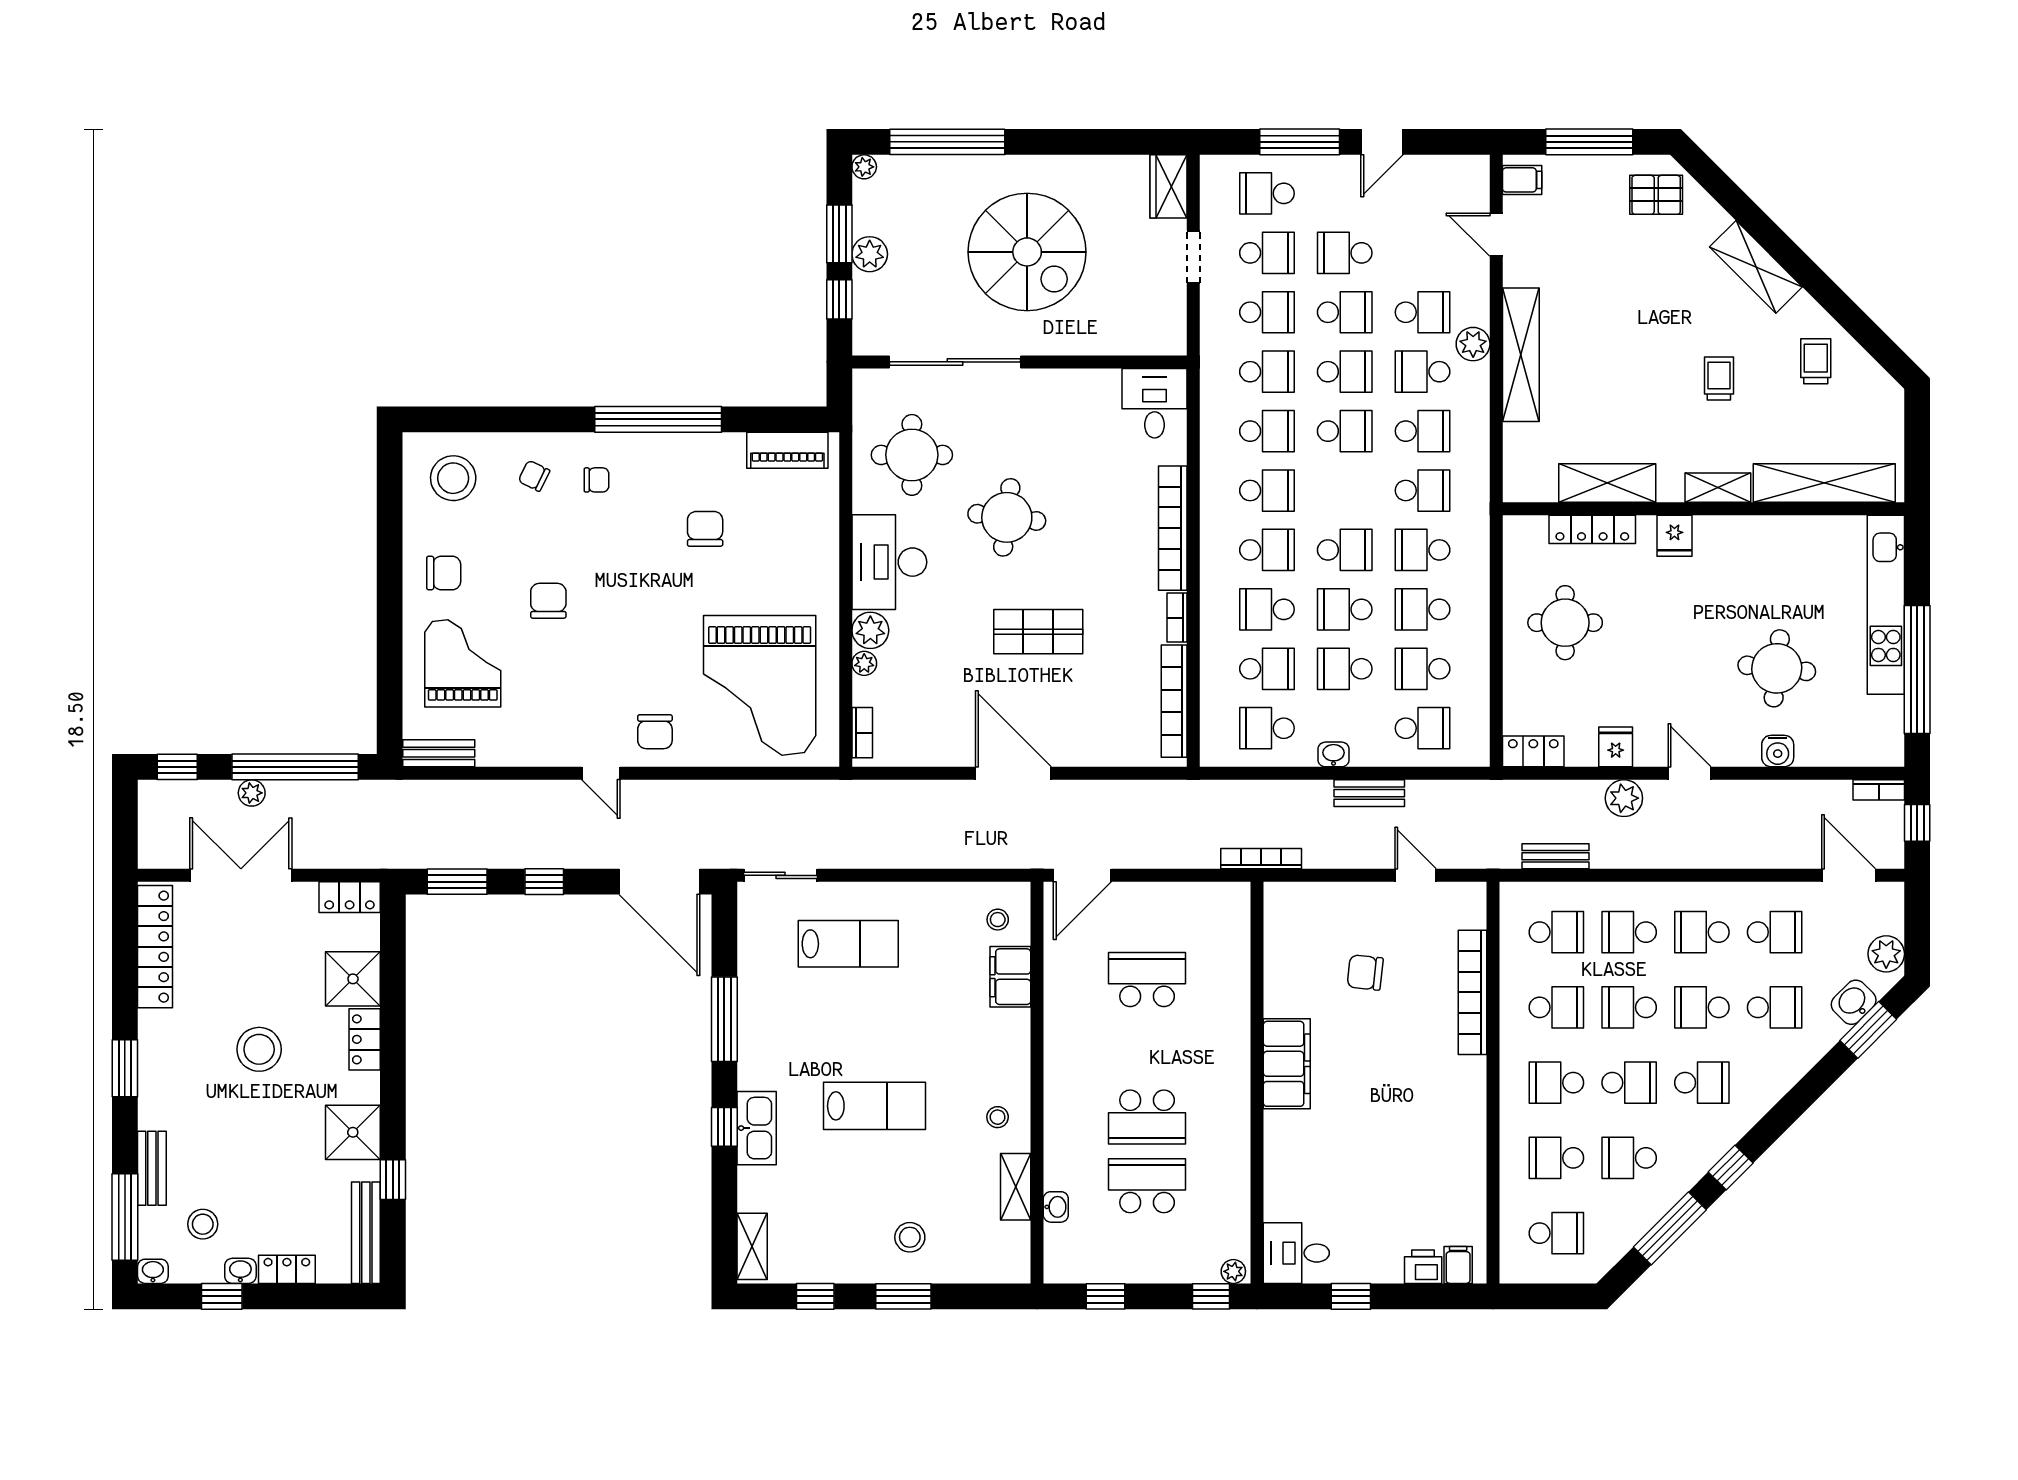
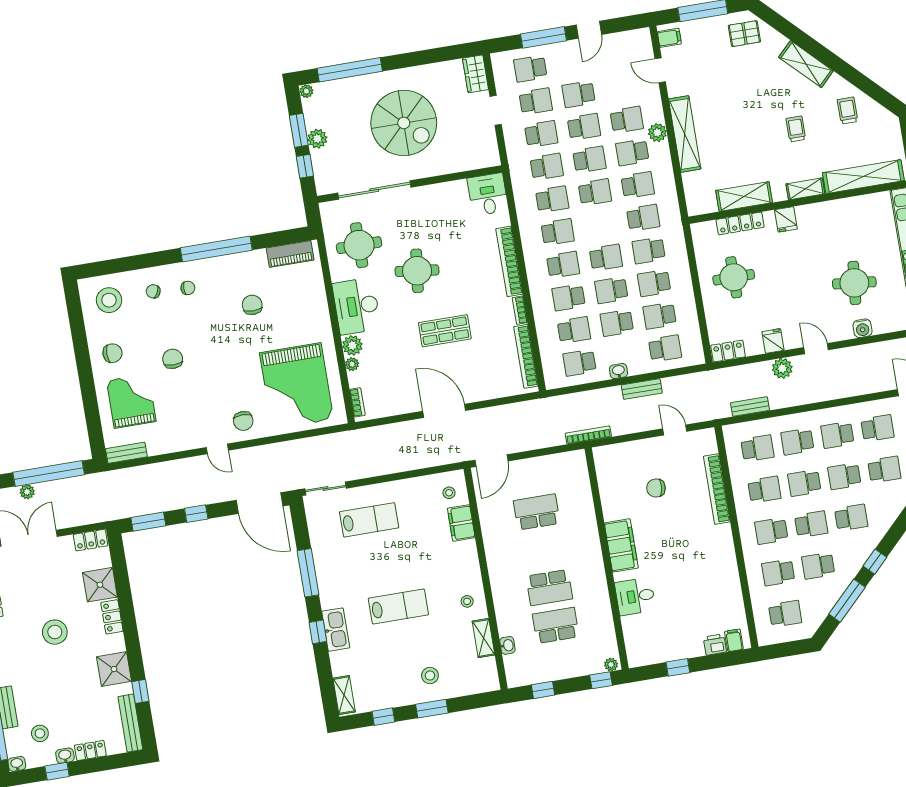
desk: (1296, 1253) -> (635, 596), moved

